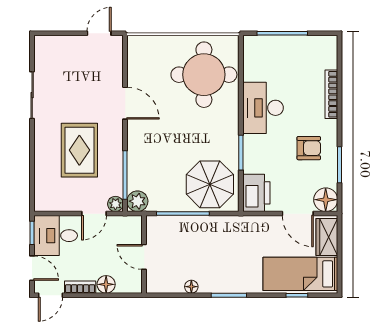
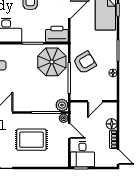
armchair: (209, 239) -> (85, 62), added
door: (32, 268) -> (102, 168), removed

